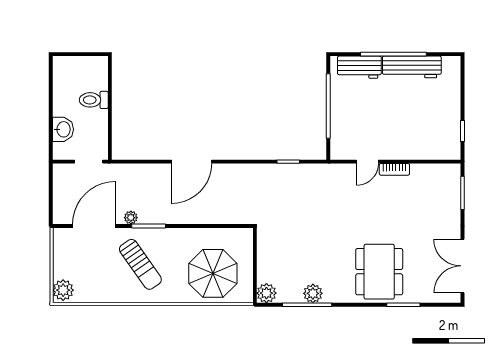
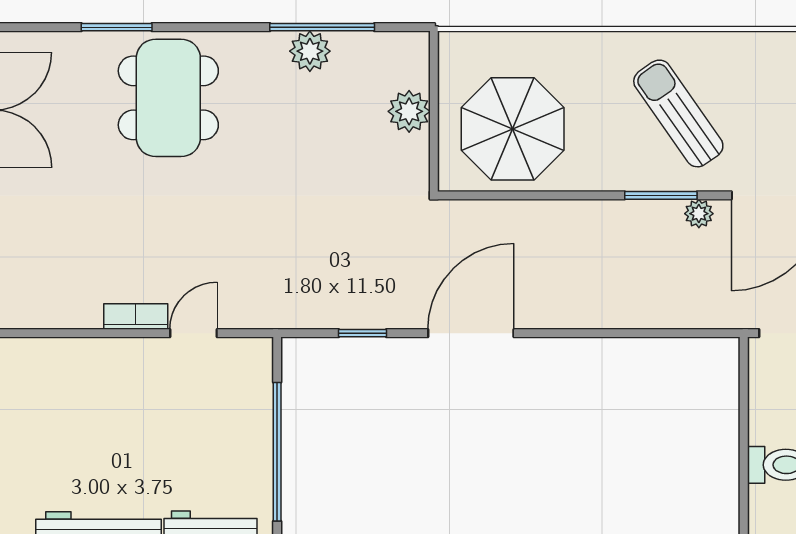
door: (192, 162) -> (471, 333), moved
parasol: (213, 273) -> (513, 129), moved
plant: (266, 293) -> (409, 111), moved

